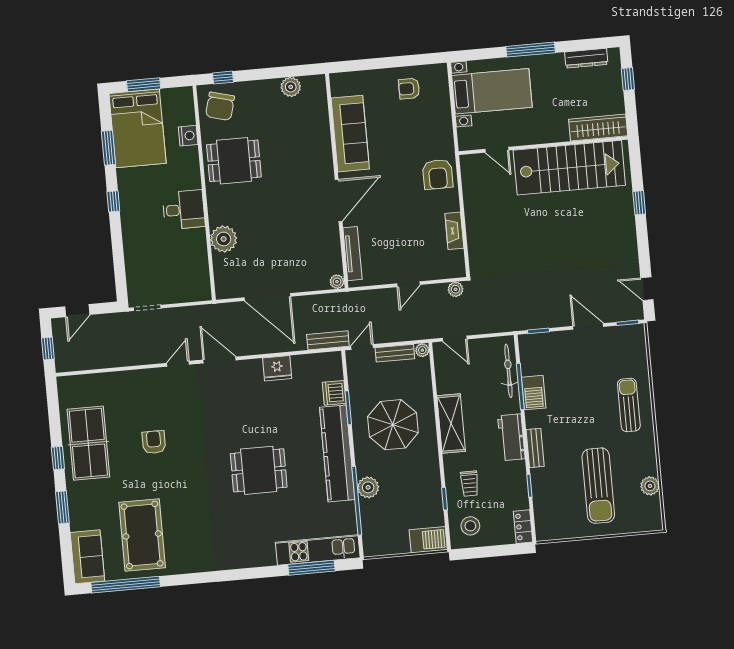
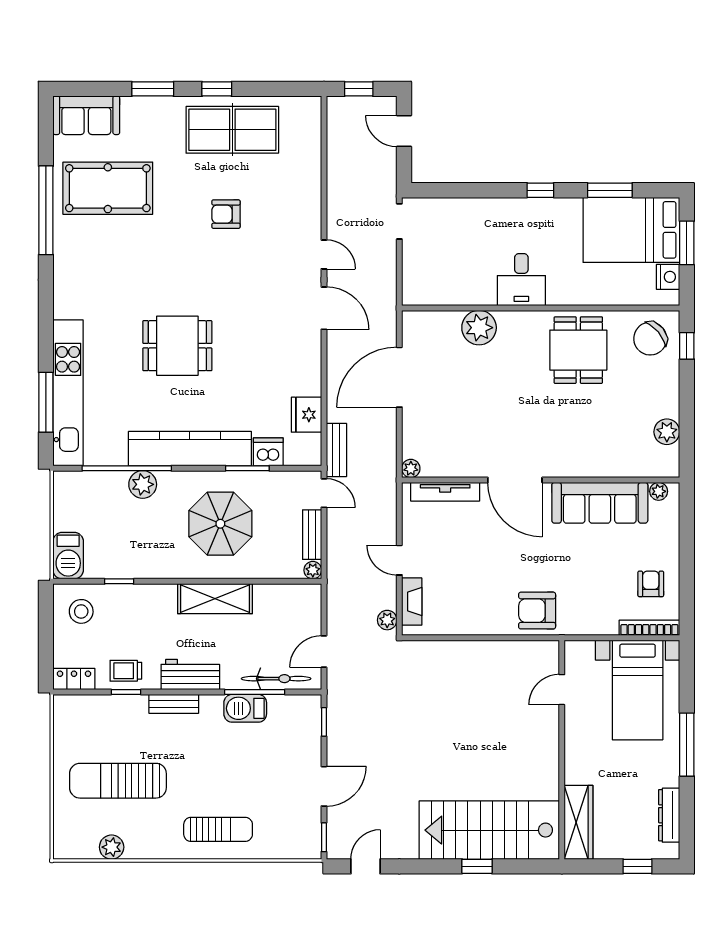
bookcase: (443, 87) -> (649, 628), added
plant: (337, 89) -> (659, 491), added
chair: (220, 106) -> (650, 339), turned -55
nightstand: (188, 136) -> (668, 277), moved, turned -90
stairs: (569, 168) -> (489, 830), moved, turned 90
fireplace: (454, 231) -> (412, 602), moved, turned 90
door: (455, 339) -> (324, 652), moved
door: (219, 360) -> (324, 308), hinge flipped
fridge: (277, 368) -> (306, 415), moved
armchair: (154, 442) -> (226, 214), turned 180
dining table: (259, 470) -> (177, 346), turned 90
trolley: (470, 484) -> (126, 671), moved
kitchen unit: (318, 550) -> (68, 393), width x1.36
window: (126, 585) -> (46, 210), moved

